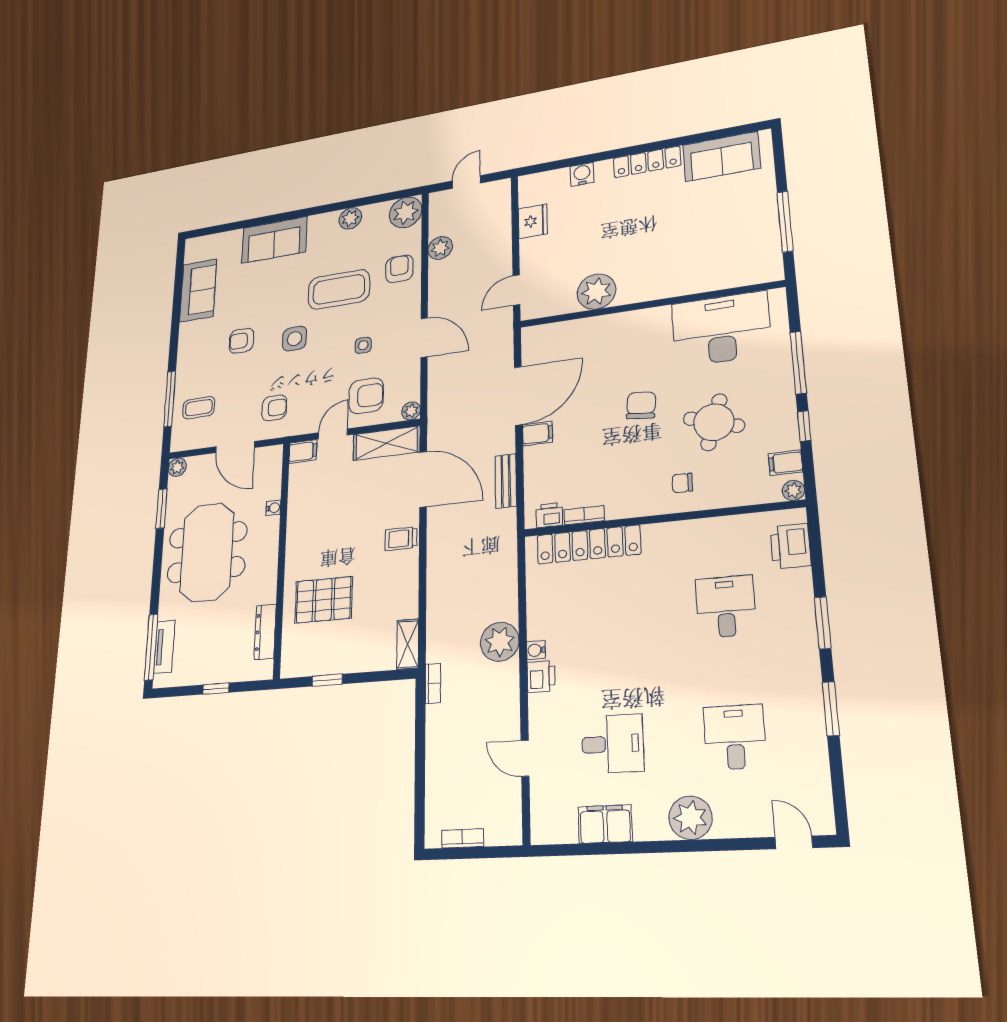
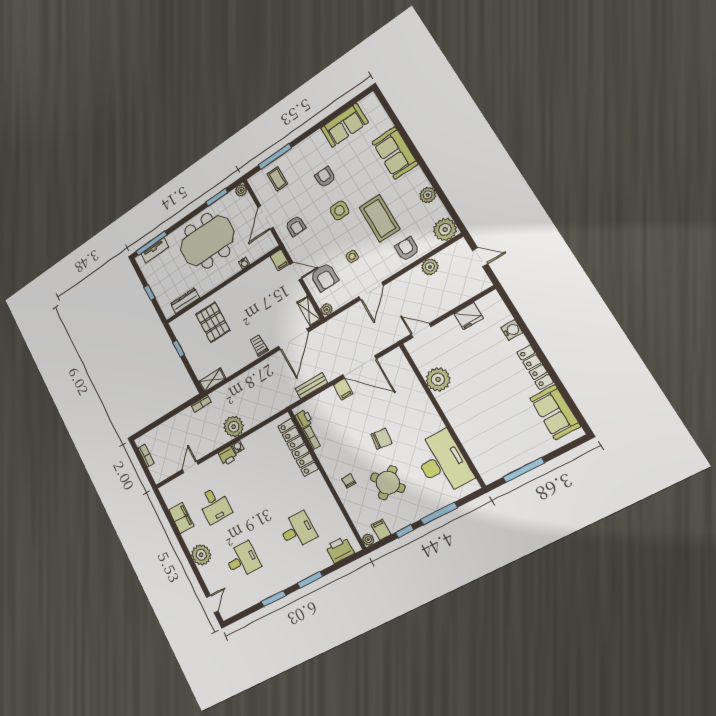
armchair: (399, 269) -> (407, 249), turned -90
round table: (714, 422) -> (388, 483), turned 33
shelving: (387, 443) -> (309, 311), width x0.67, depth x0.75

